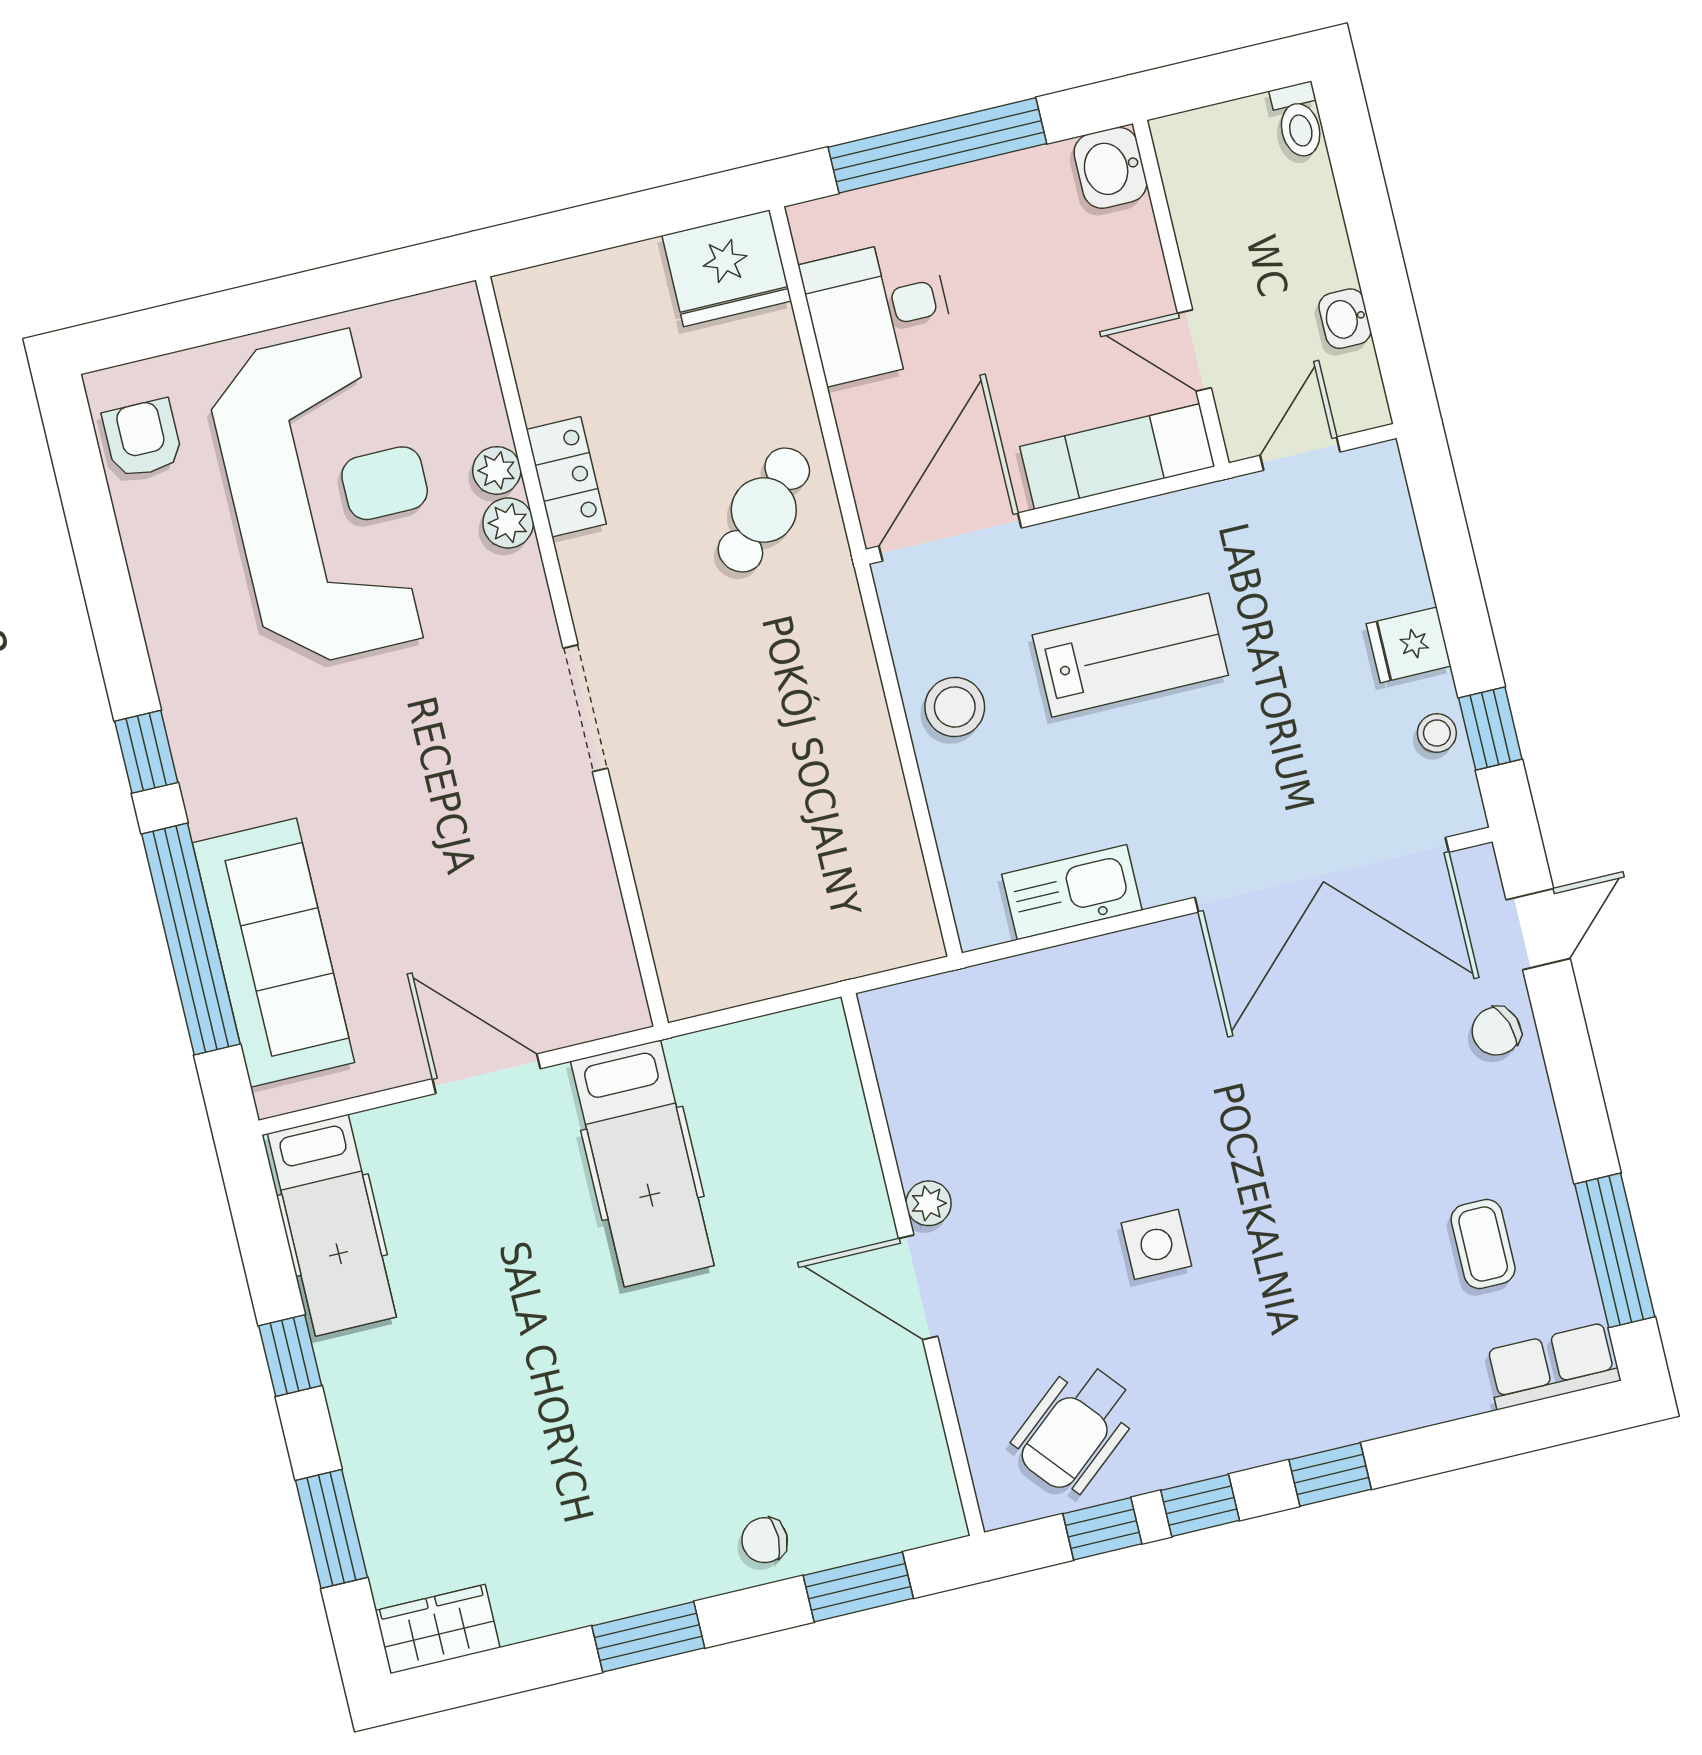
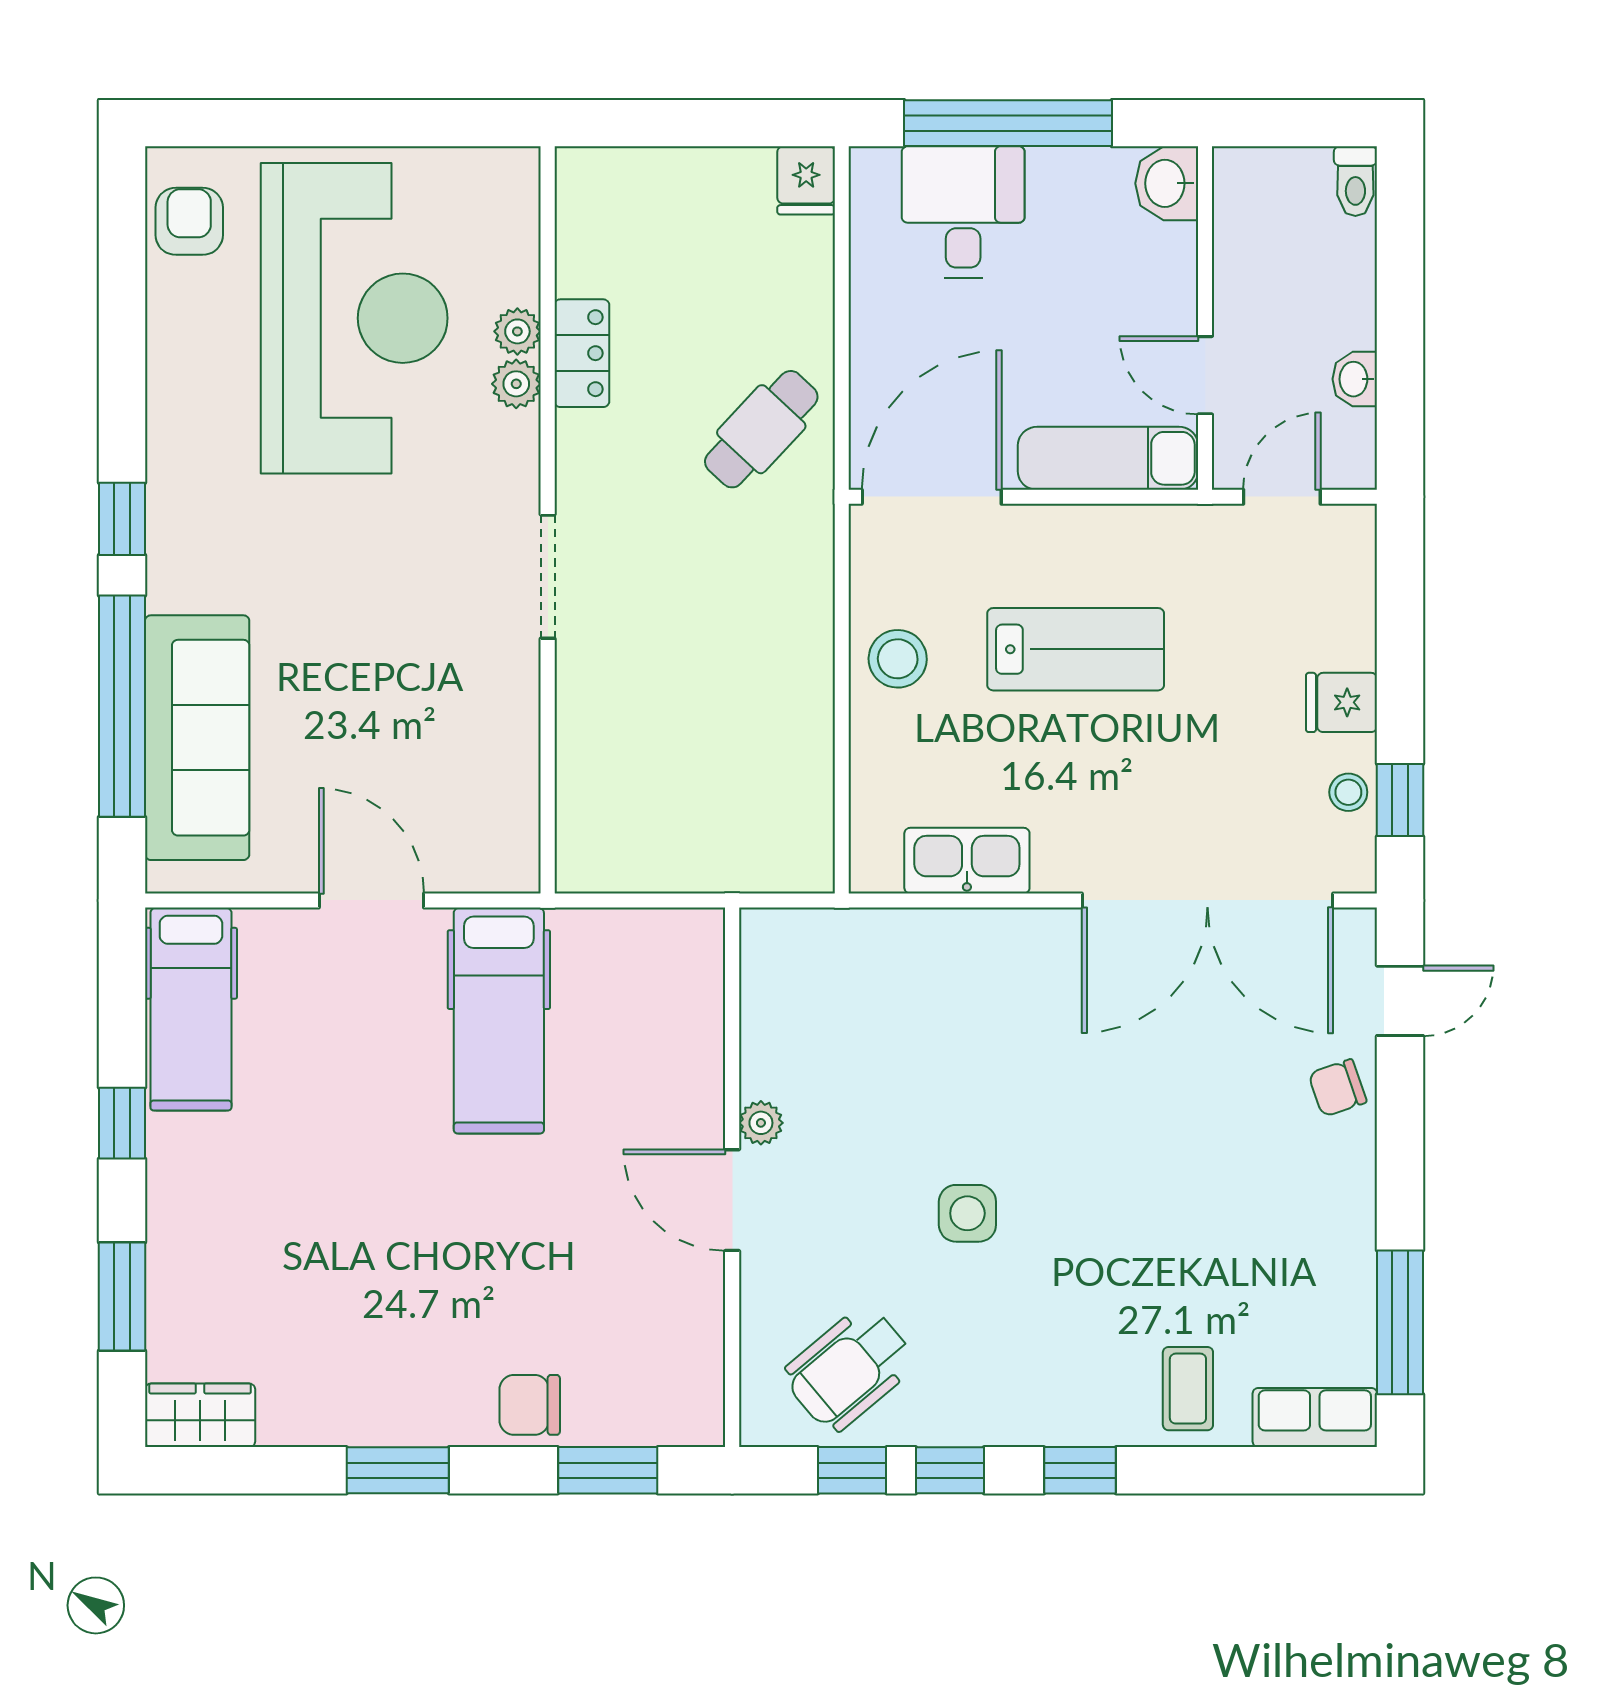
fridge: (727, 268) -> (806, 180), width x0.53, depth x0.75
desk: (878, 310) -> (963, 212), moved, turned 90
coffee table: (1483, 1244) -> (1188, 1389), moved
chair: (765, 1540) -> (530, 1405), width x1.37, depth x1.37

